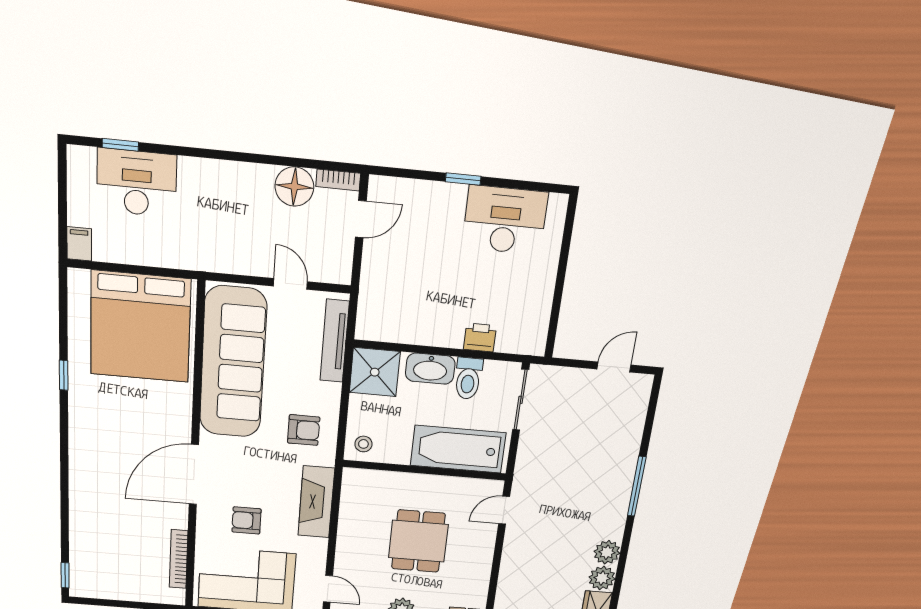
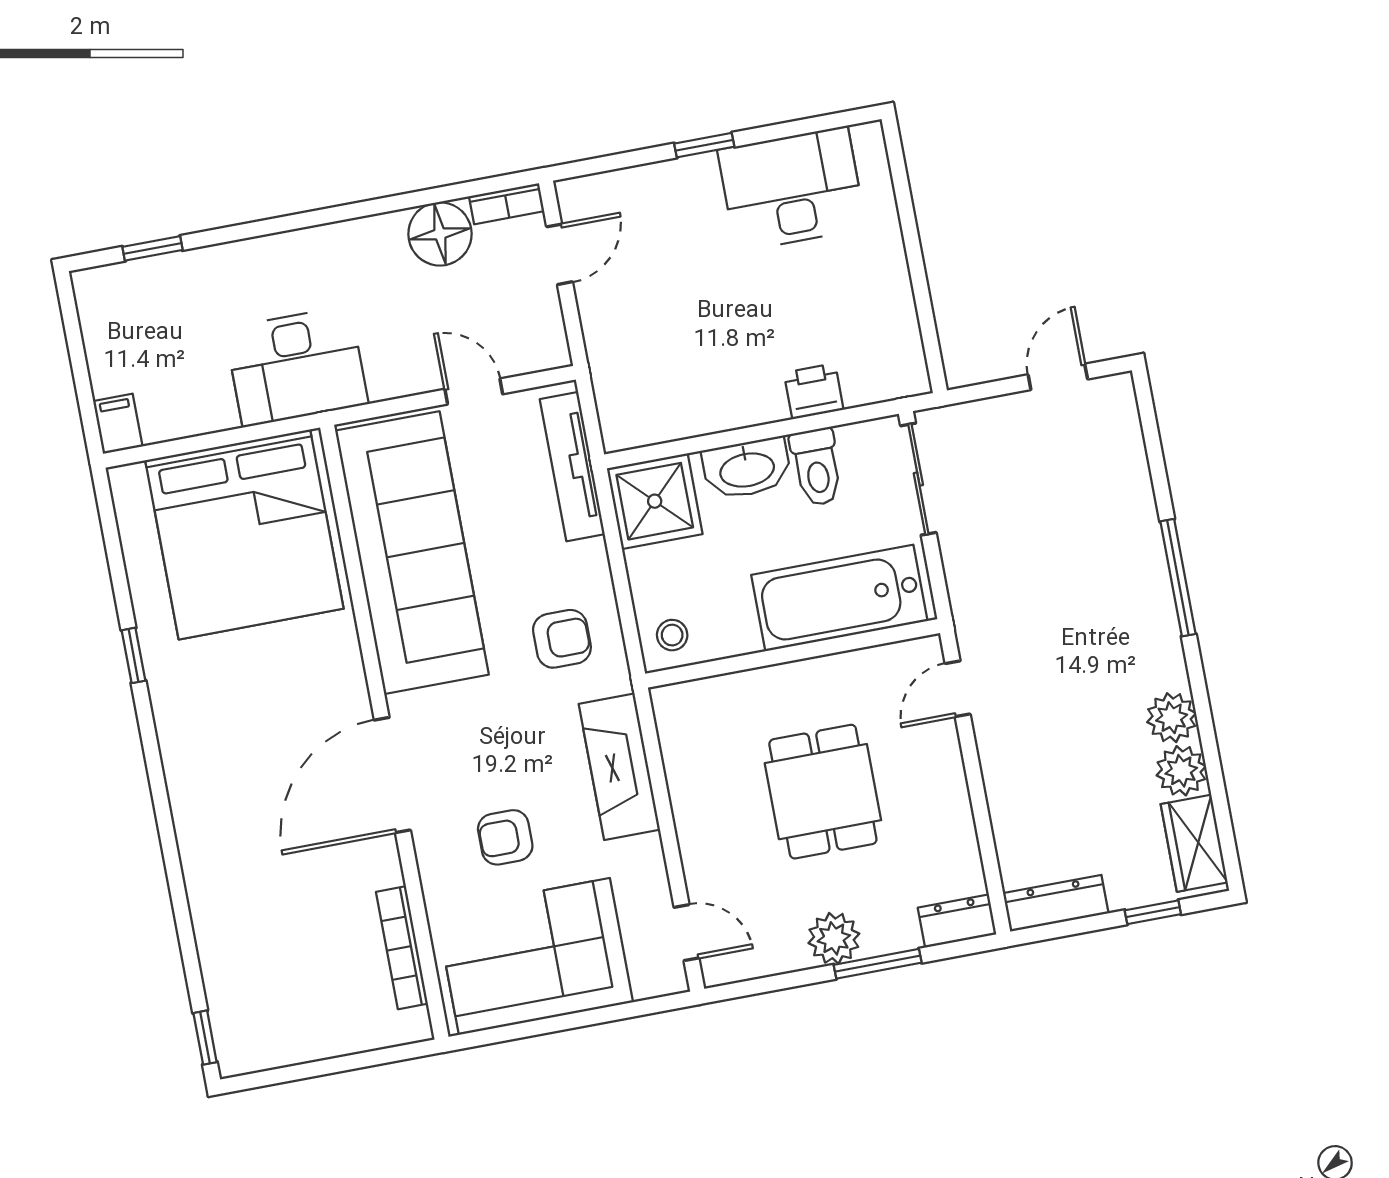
desk: (137, 183) -> (296, 366), moved, turned 180

